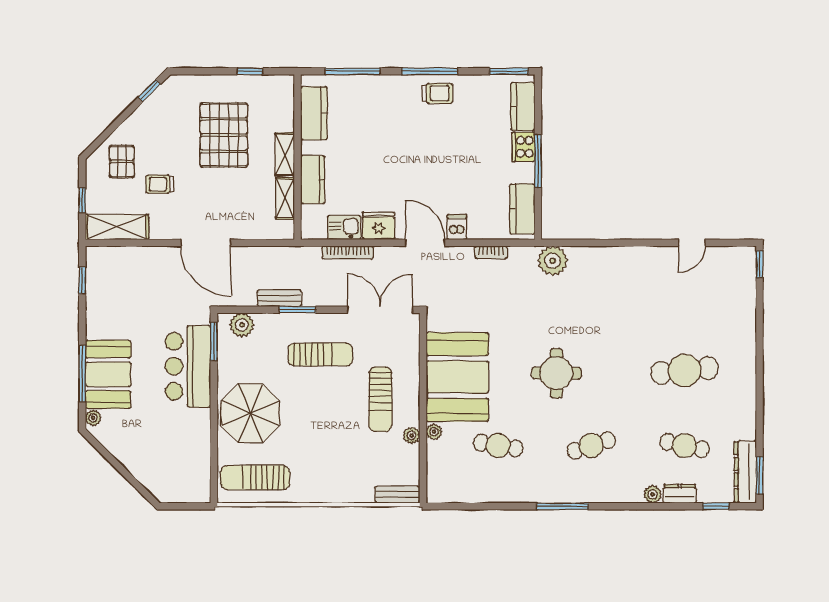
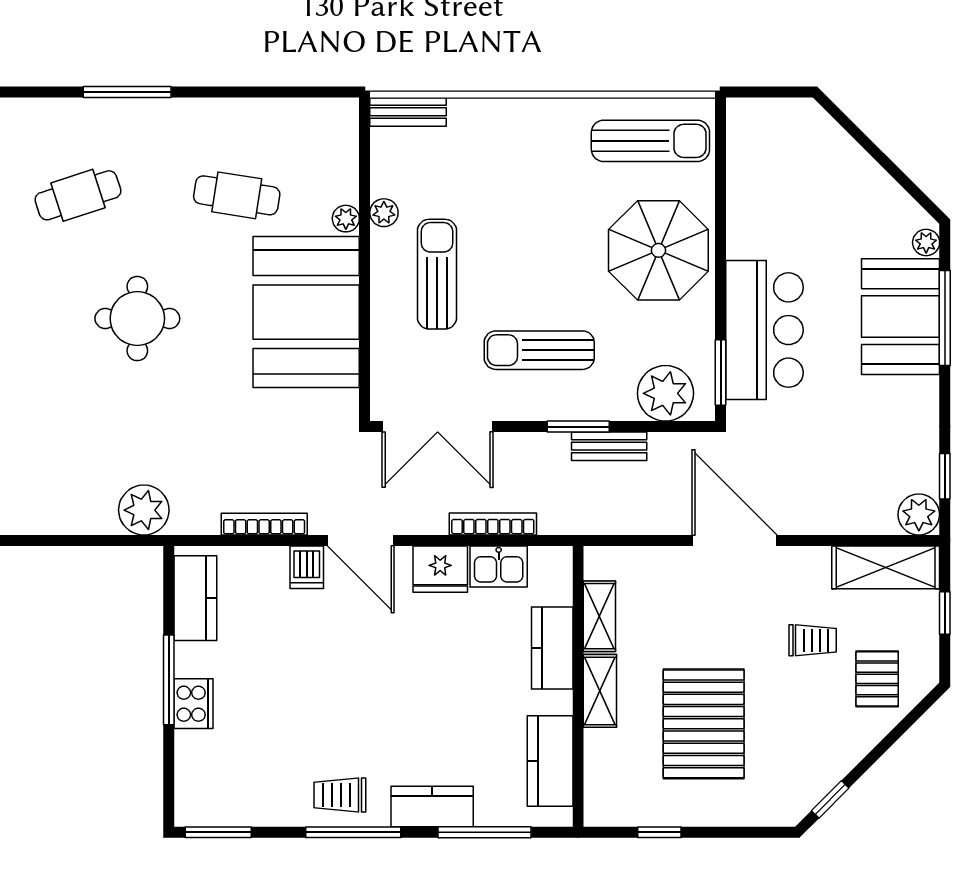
kitchen counter: (523, 107) -> (432, 807), moved, turned -90
bookcase: (491, 252) -> (264, 524), width x1.56
plant: (97, 258) -> (919, 514), added
plant: (242, 325) -> (665, 393), width x1.36, depth x1.36

